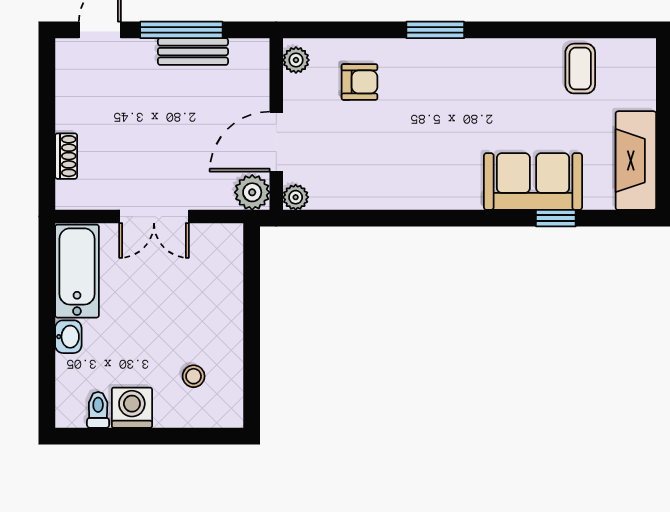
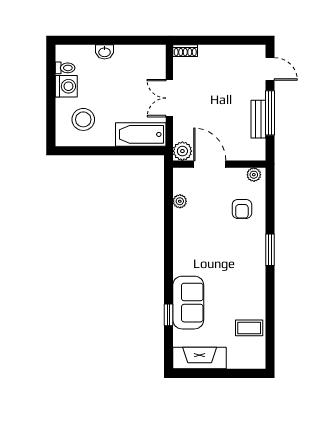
shoe rack: (66, 156) -> (185, 51), moved
plant: (296, 197) -> (180, 201), moved
bathtub: (77, 271) -> (141, 134), moved, turned 180
stool: (194, 376) -> (83, 119), width x1.89, depth x1.89

